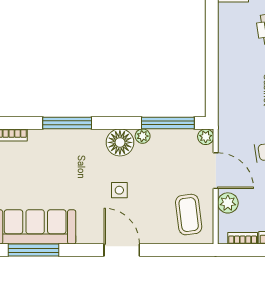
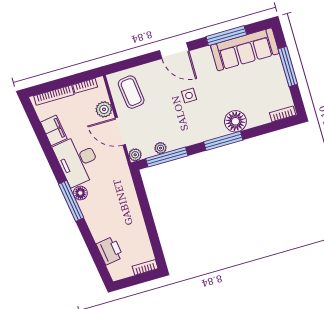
window: (67, 123) -> (223, 141), moved
plant: (143, 136) -> (160, 148), moved
floor lamp: (120, 142) -> (235, 121), moved
window: (33, 250) -> (226, 36), moved

